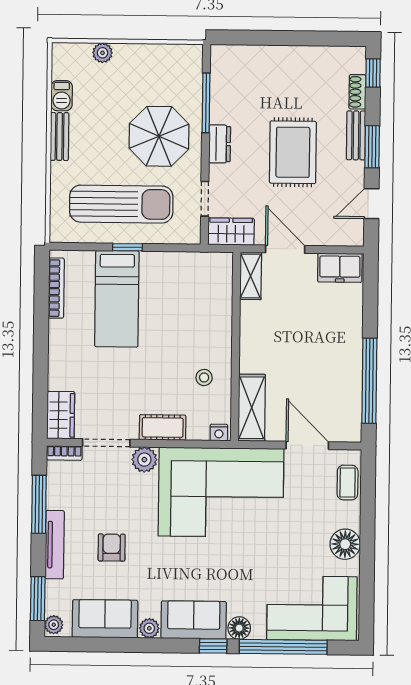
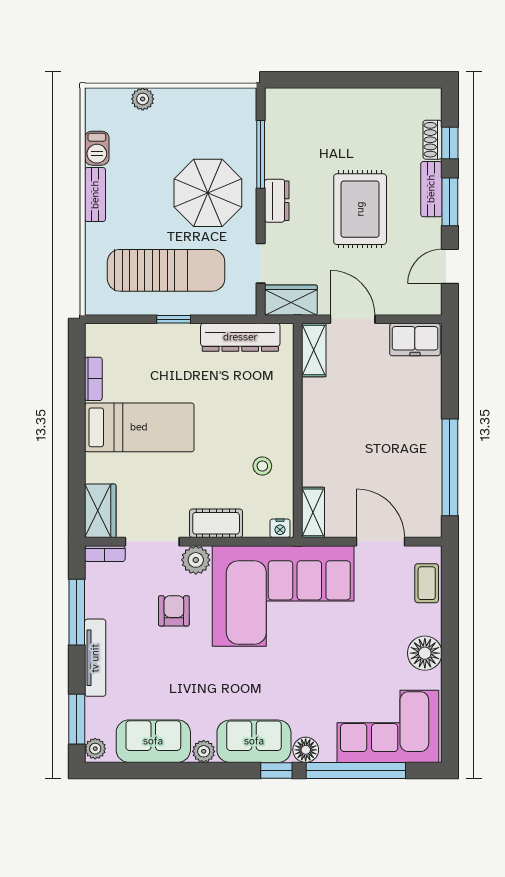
window: (373, 73) -> (450, 143), moved
dresser: (186, 264) -> (240, 337), added
bookcase: (56, 288) -> (93, 379), width x0.64
bed: (117, 299) -> (139, 427), moved, turned -90
shelving: (252, 408) -> (313, 512), width x0.67, depth x0.75
armchair: (112, 548) -> (174, 611), moved

